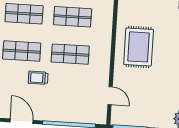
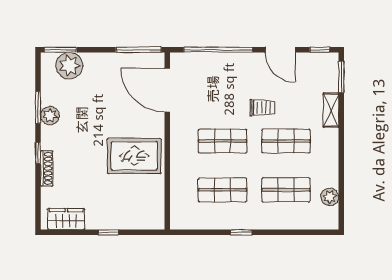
rug: (139, 47) -> (134, 156), turned 90
door: (110, 96) -> (167, 90), width x1.88

